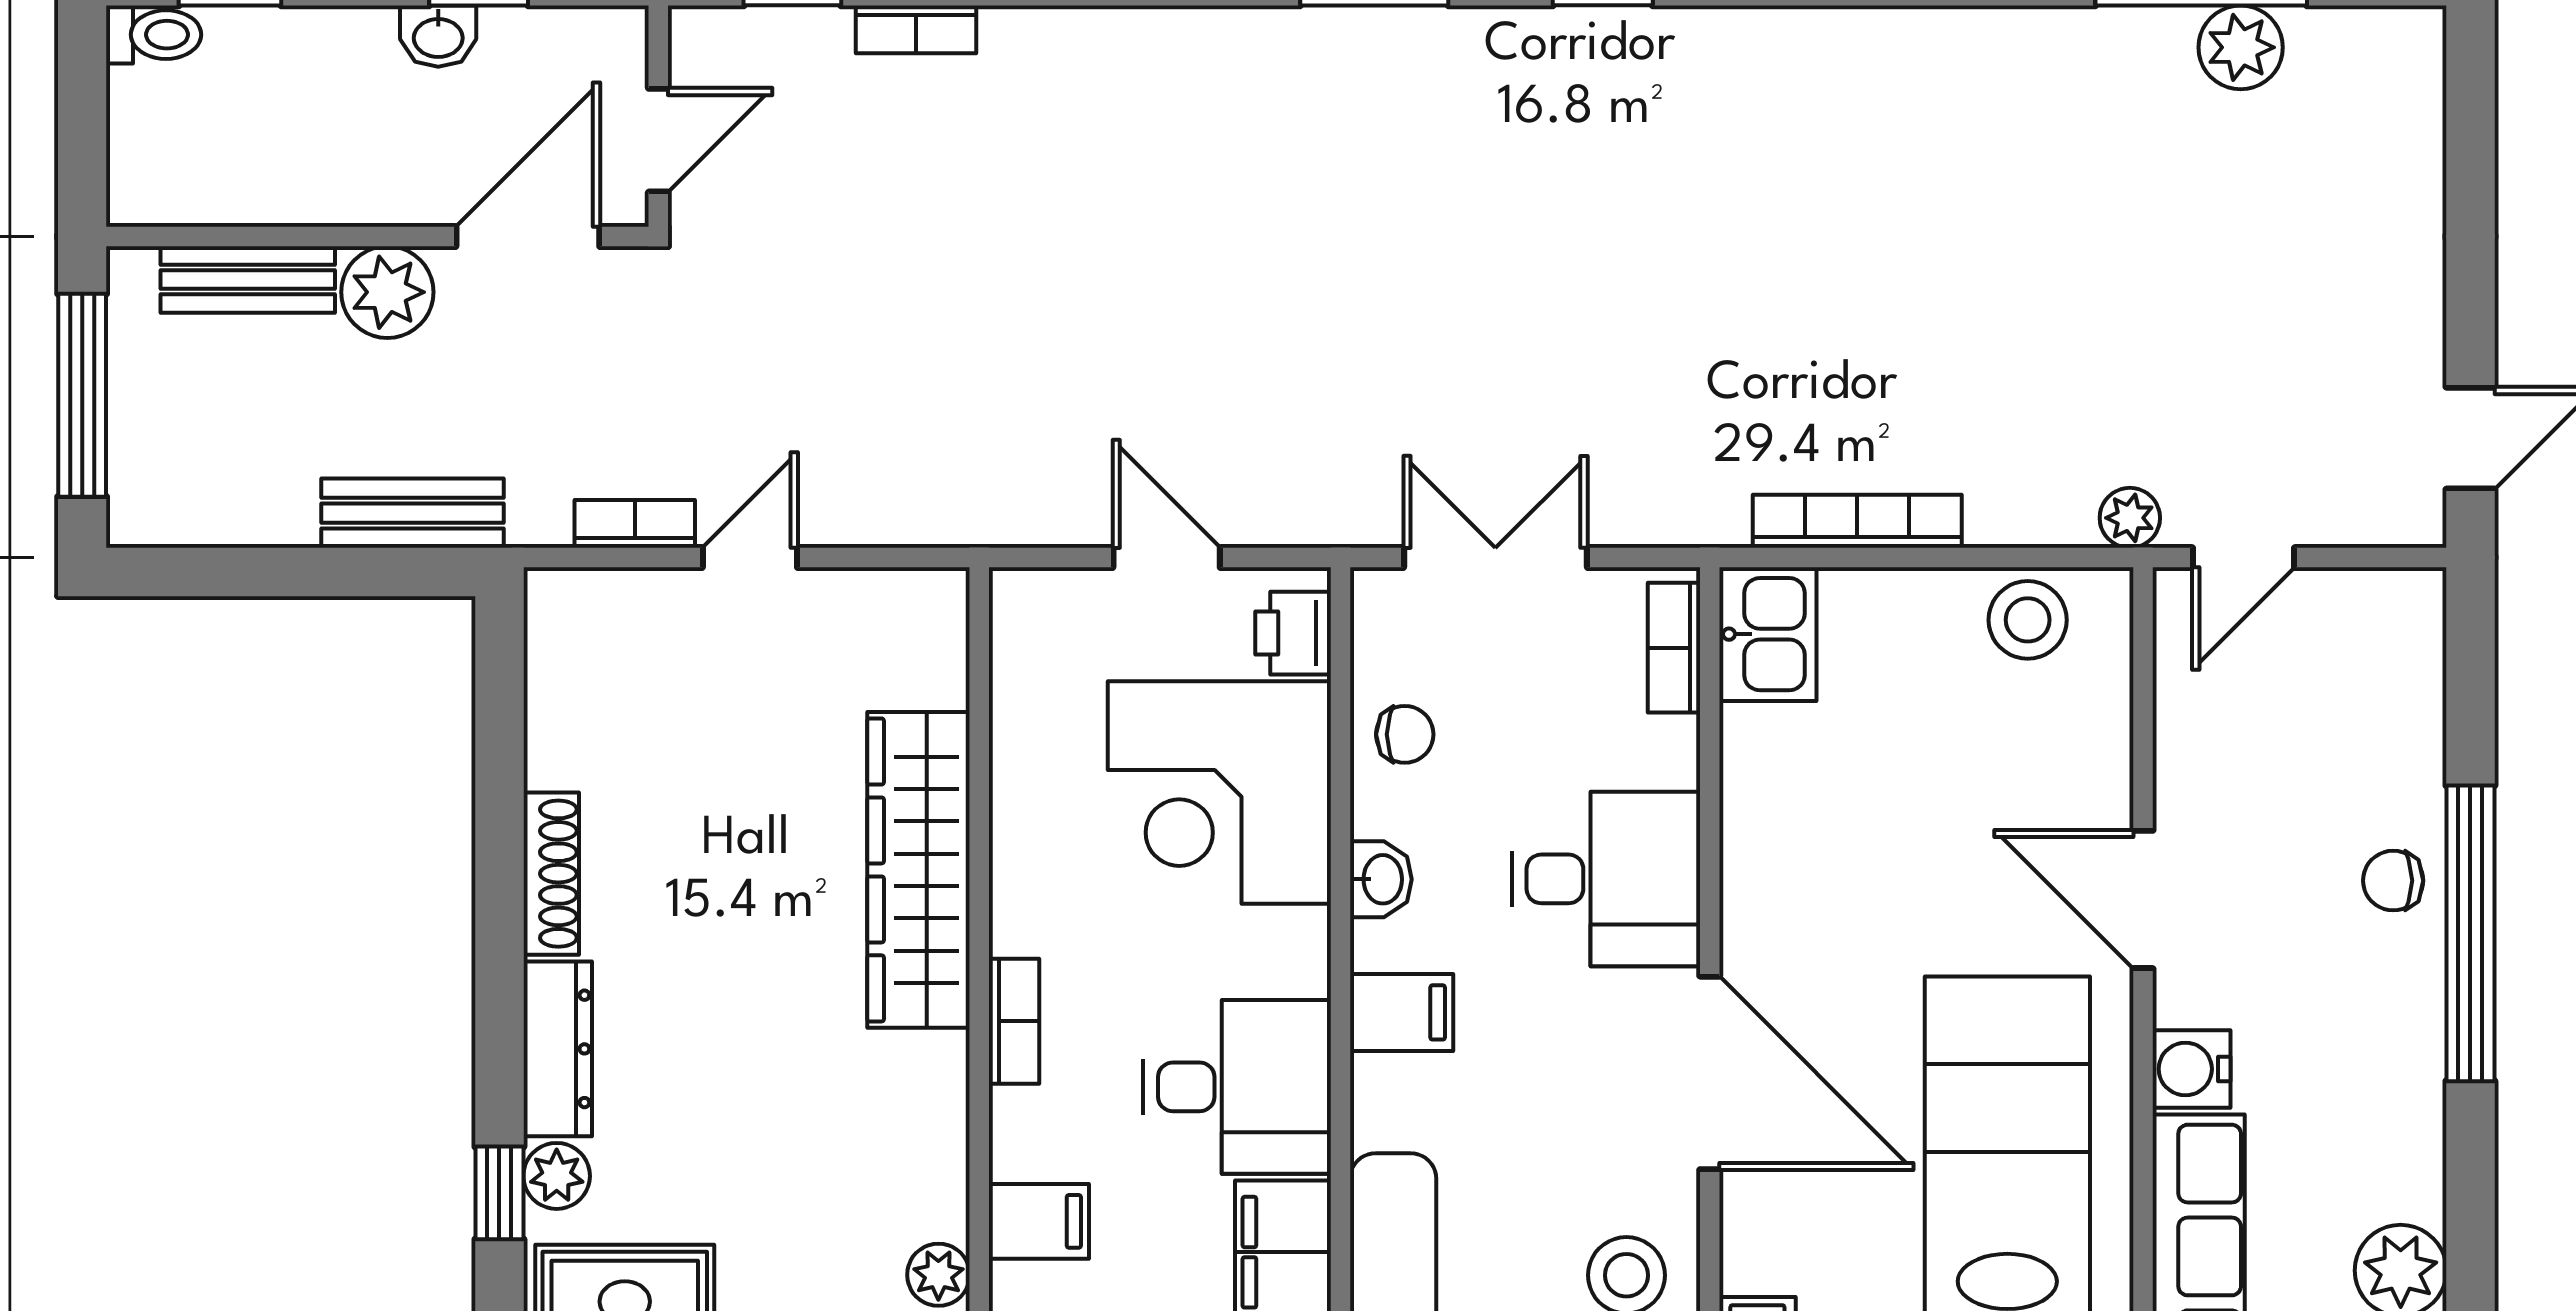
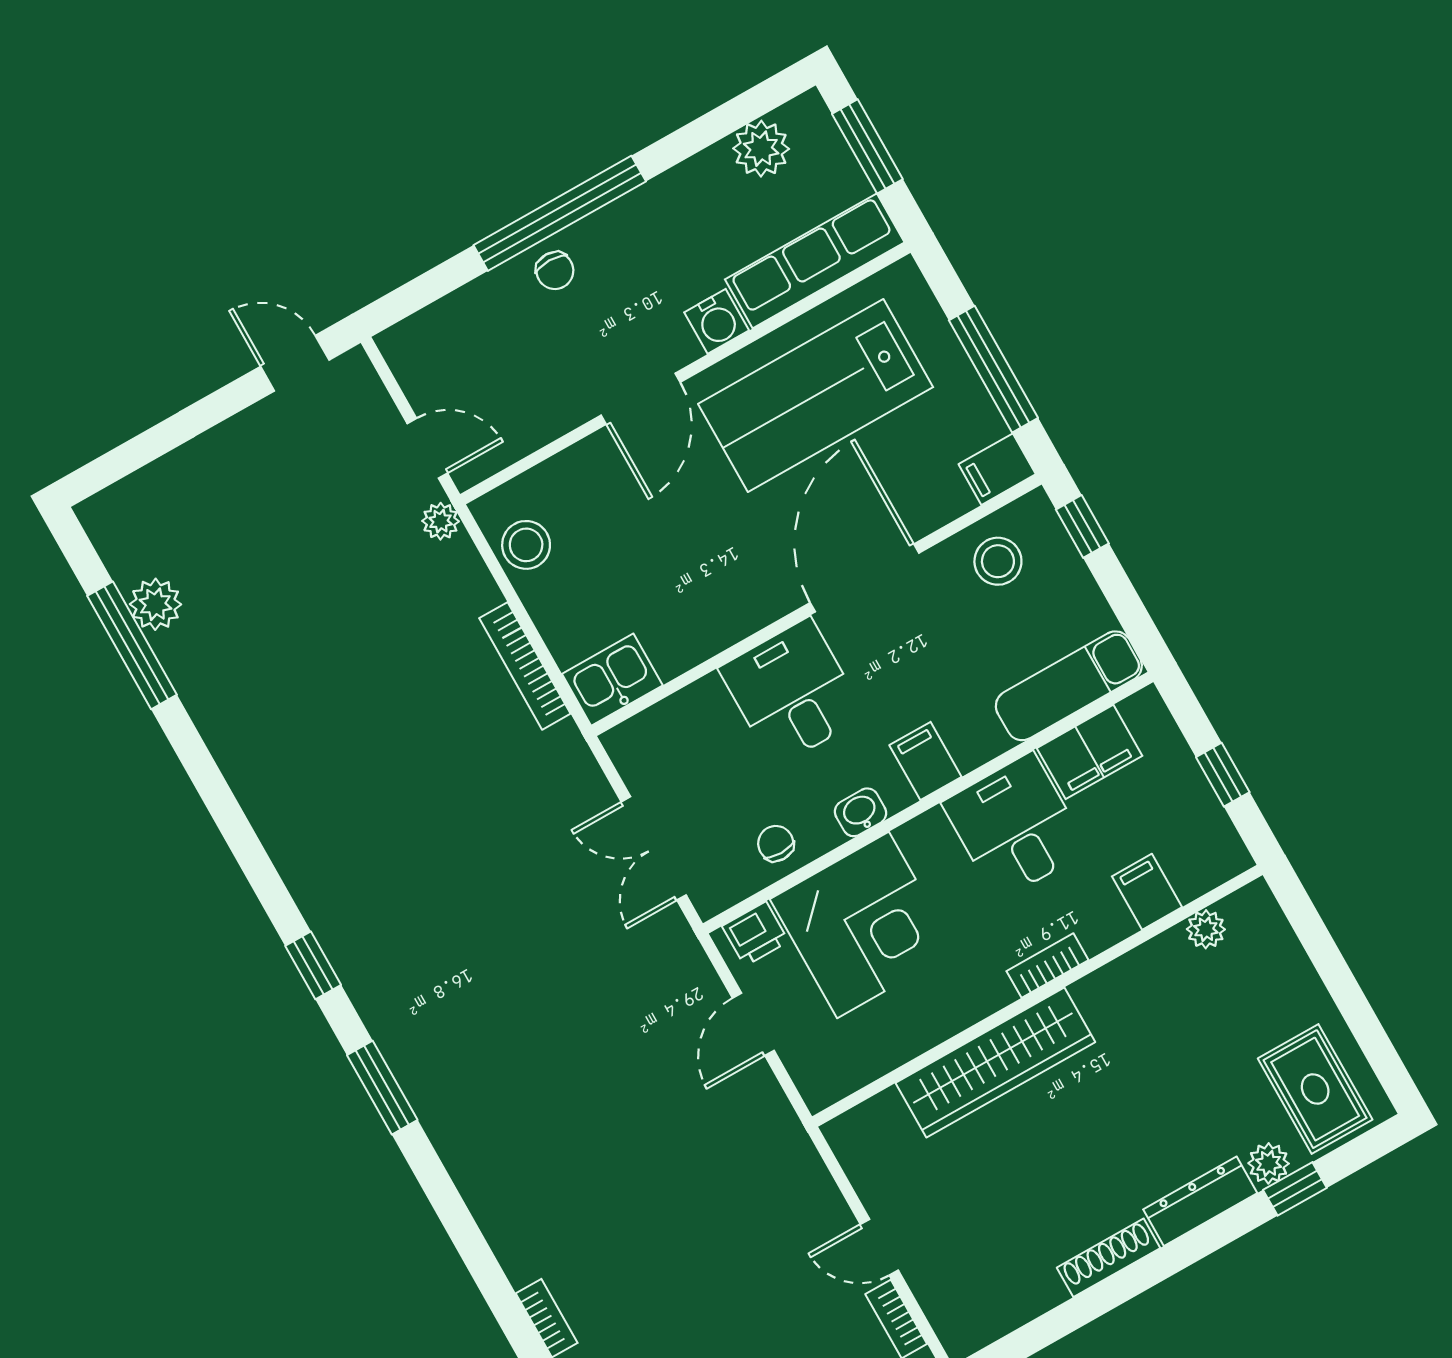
bookcase: (1674, 648) -> (648, 726), removed

